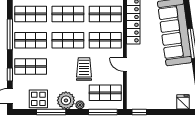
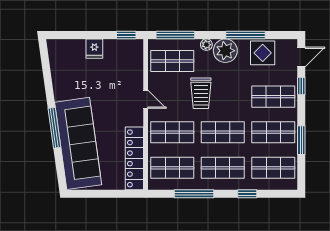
window: (10, 34) -> (301, 140), width x0.69
fridge: (183, 102) -> (94, 49), moved

